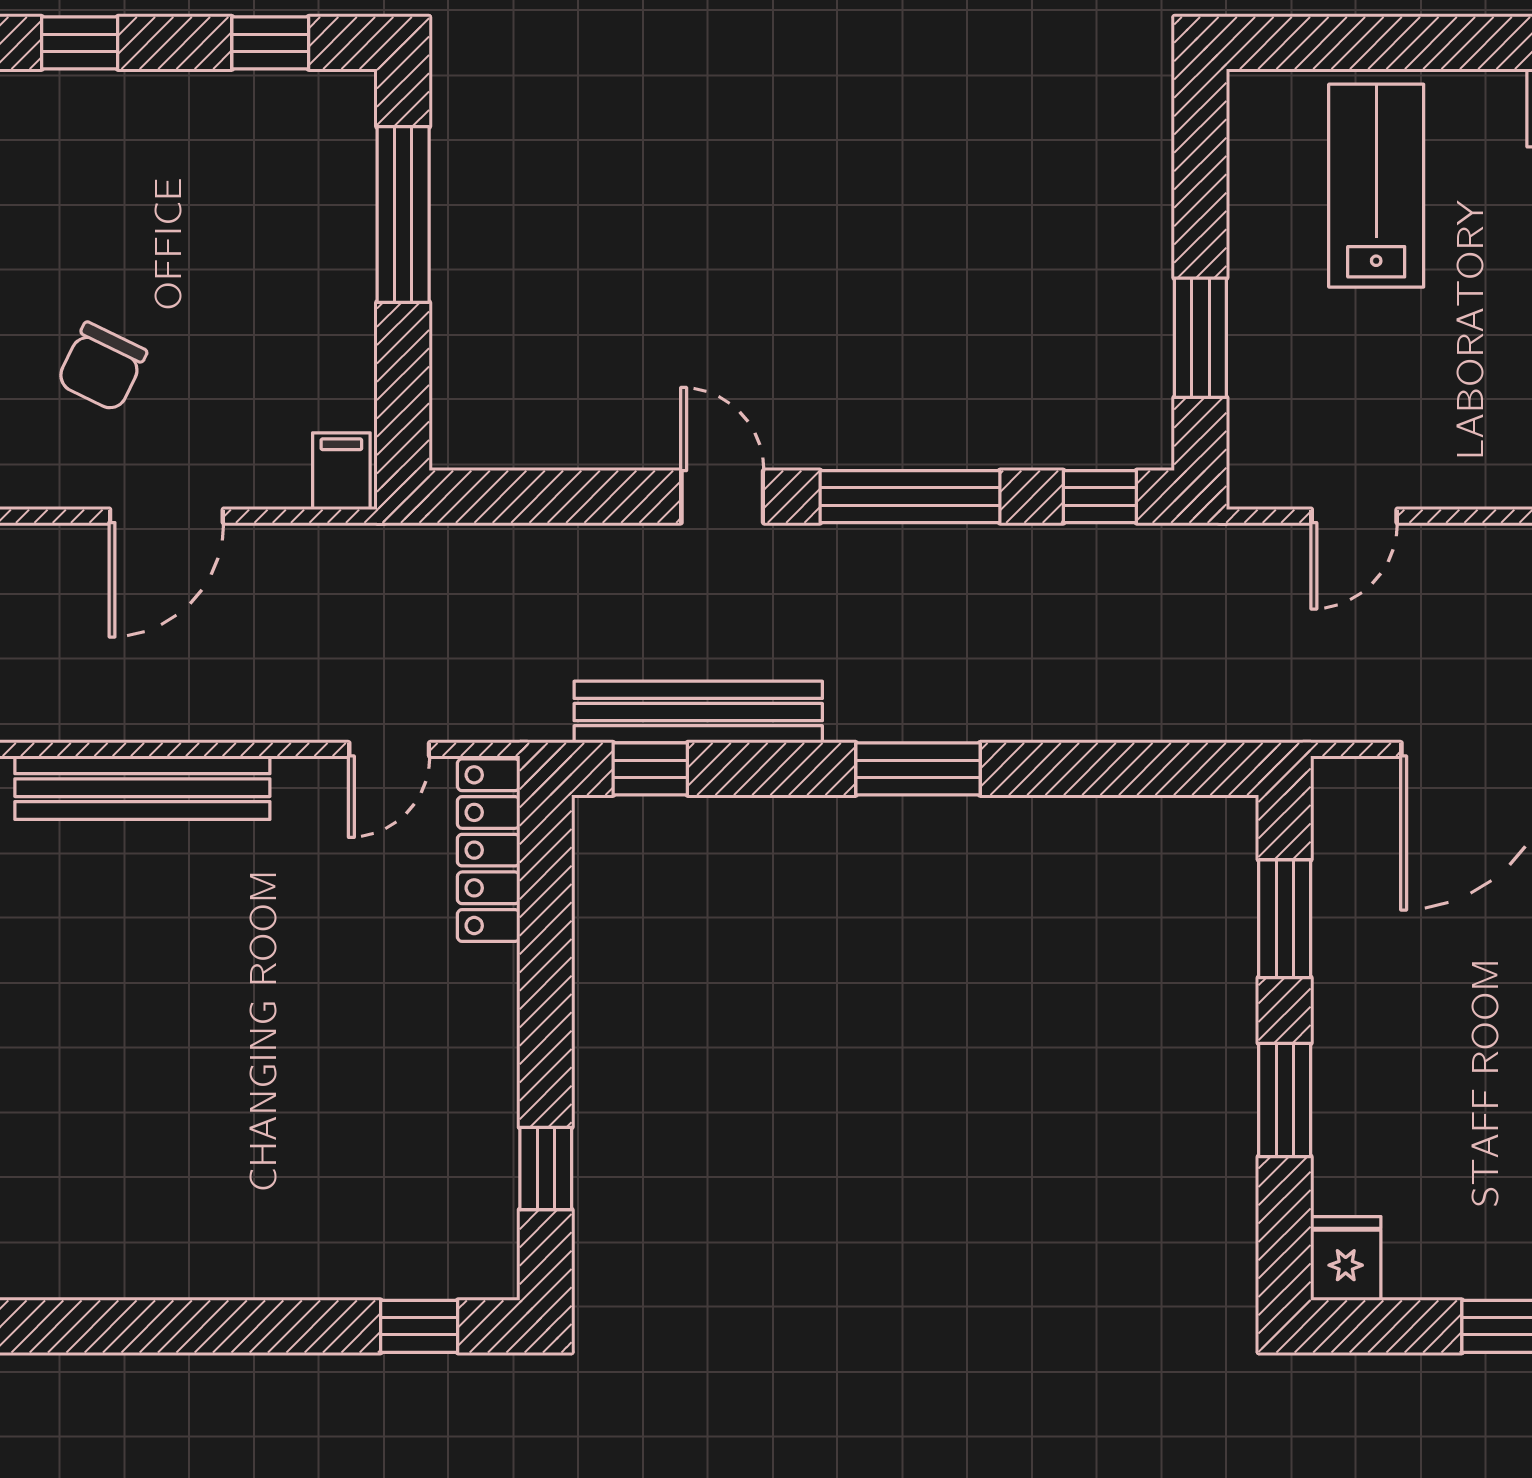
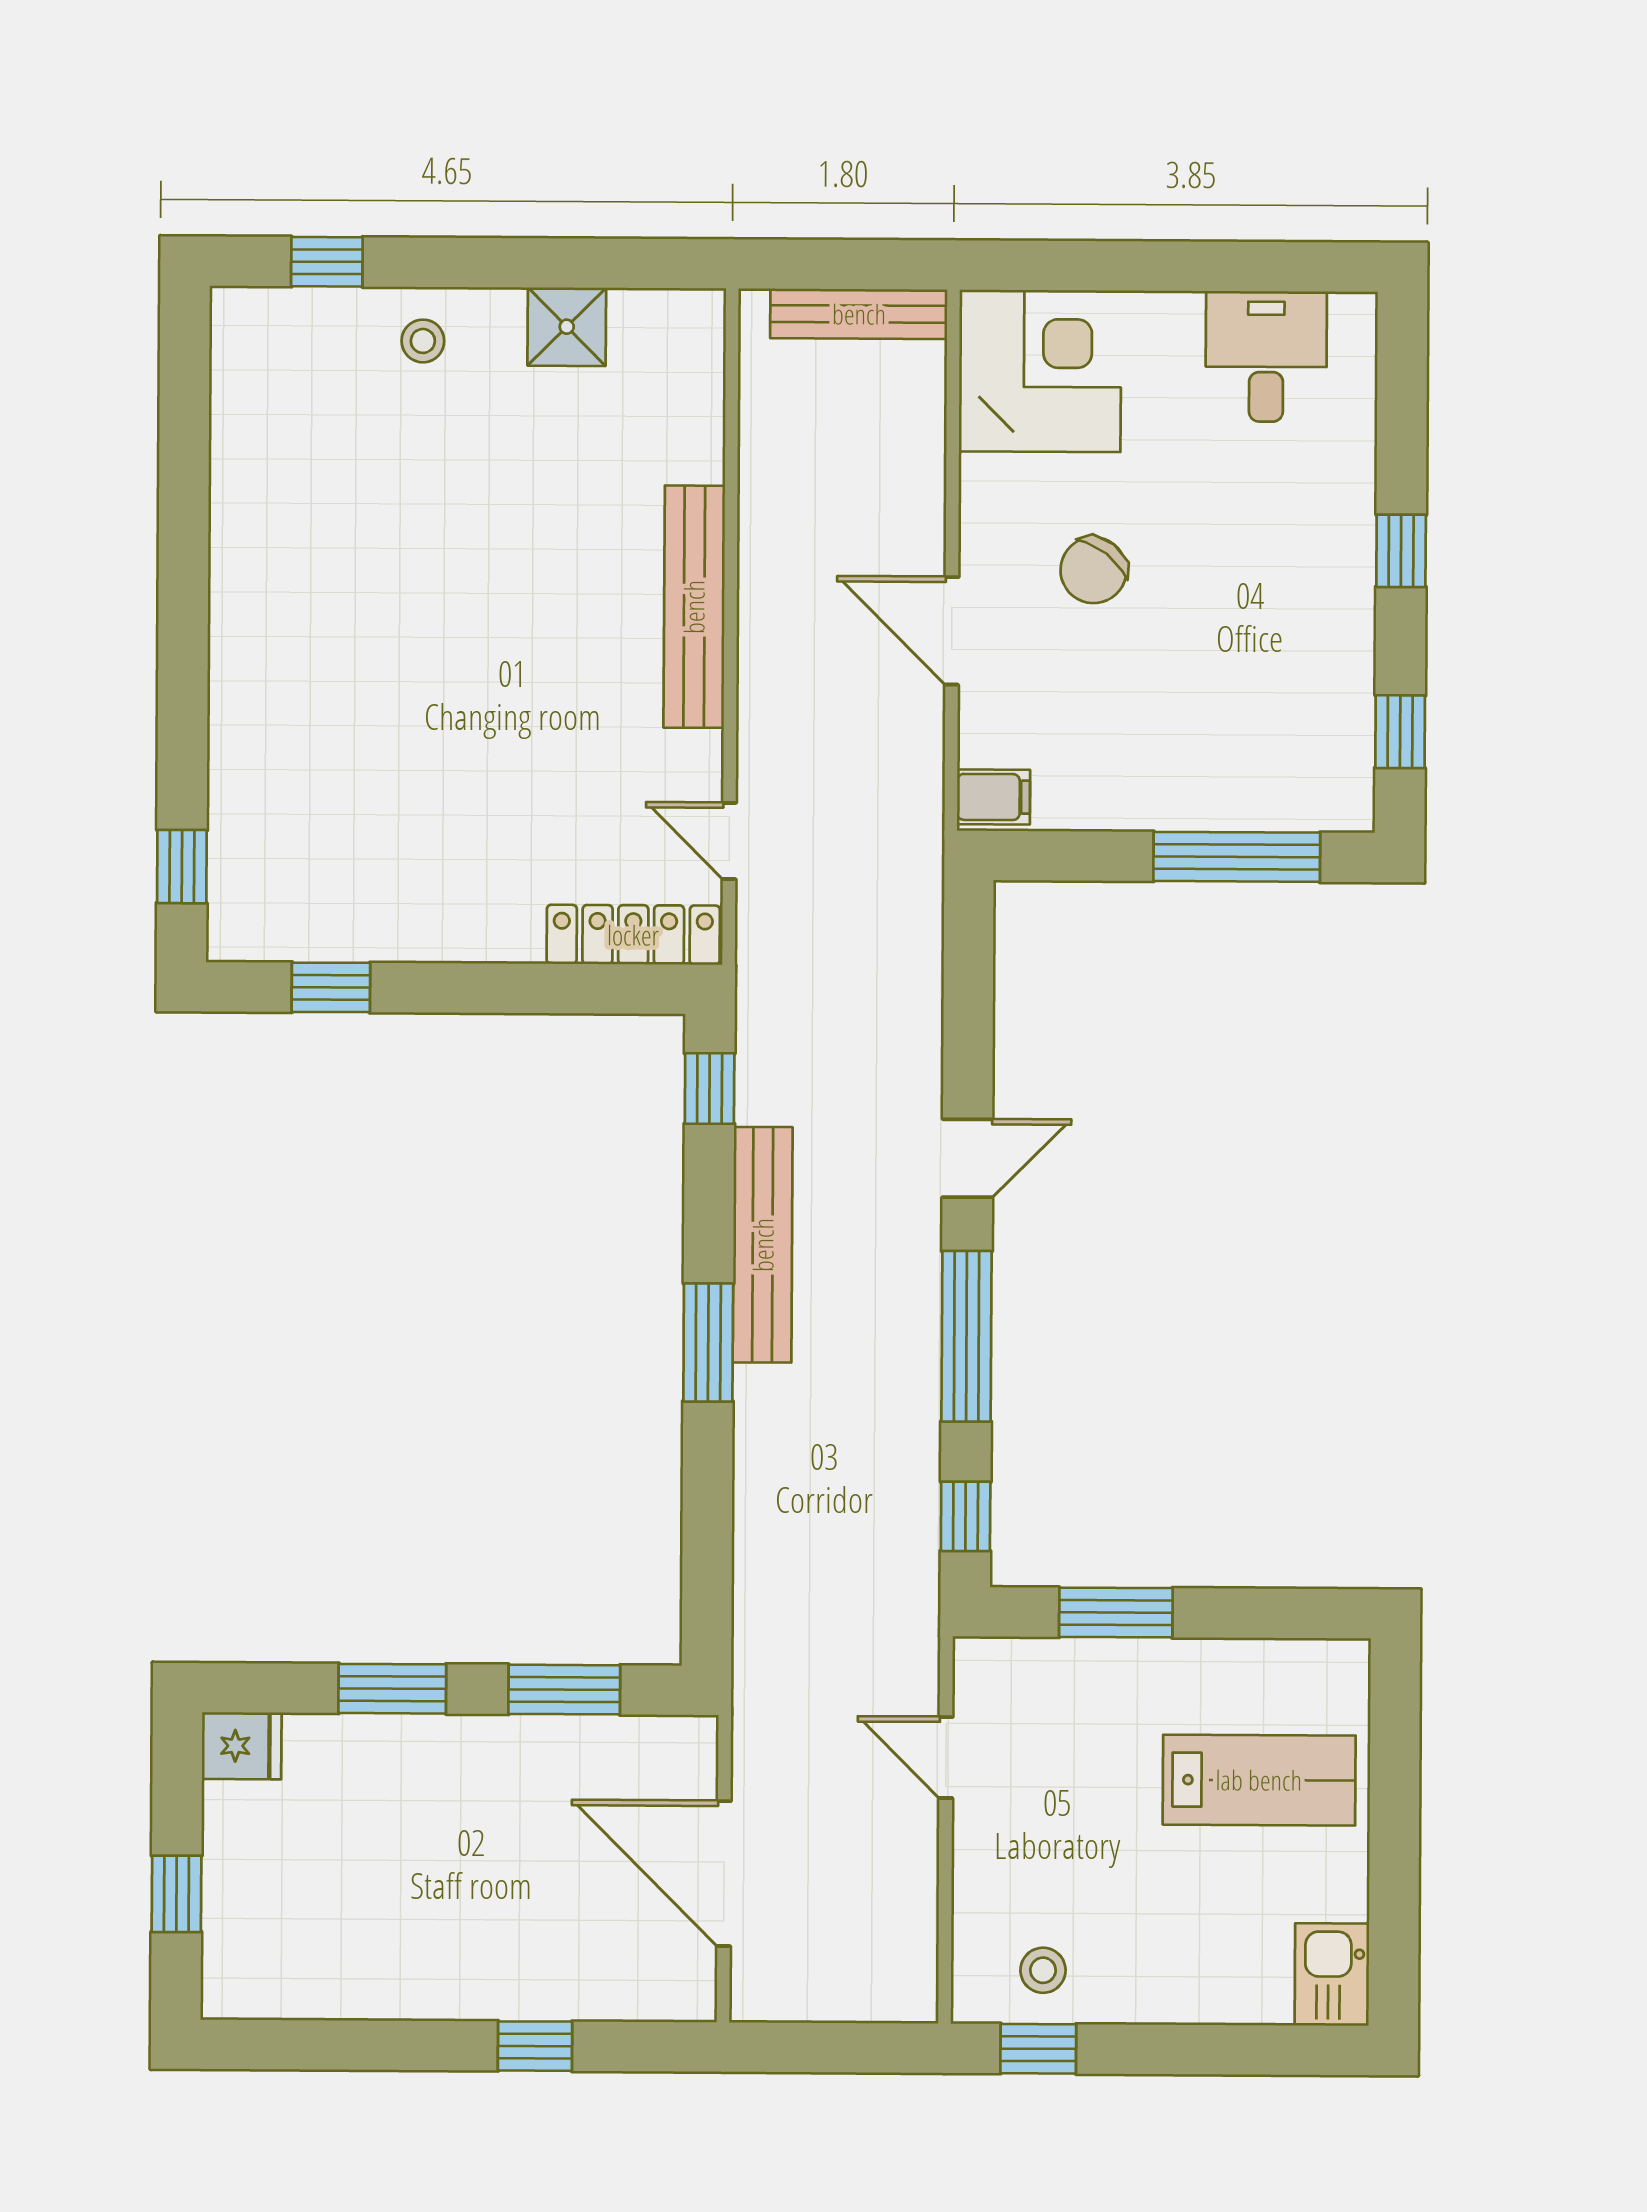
chair: (102, 367) -> (1094, 570), turned -78
bench: (698, 712) -> (763, 1245), moved

